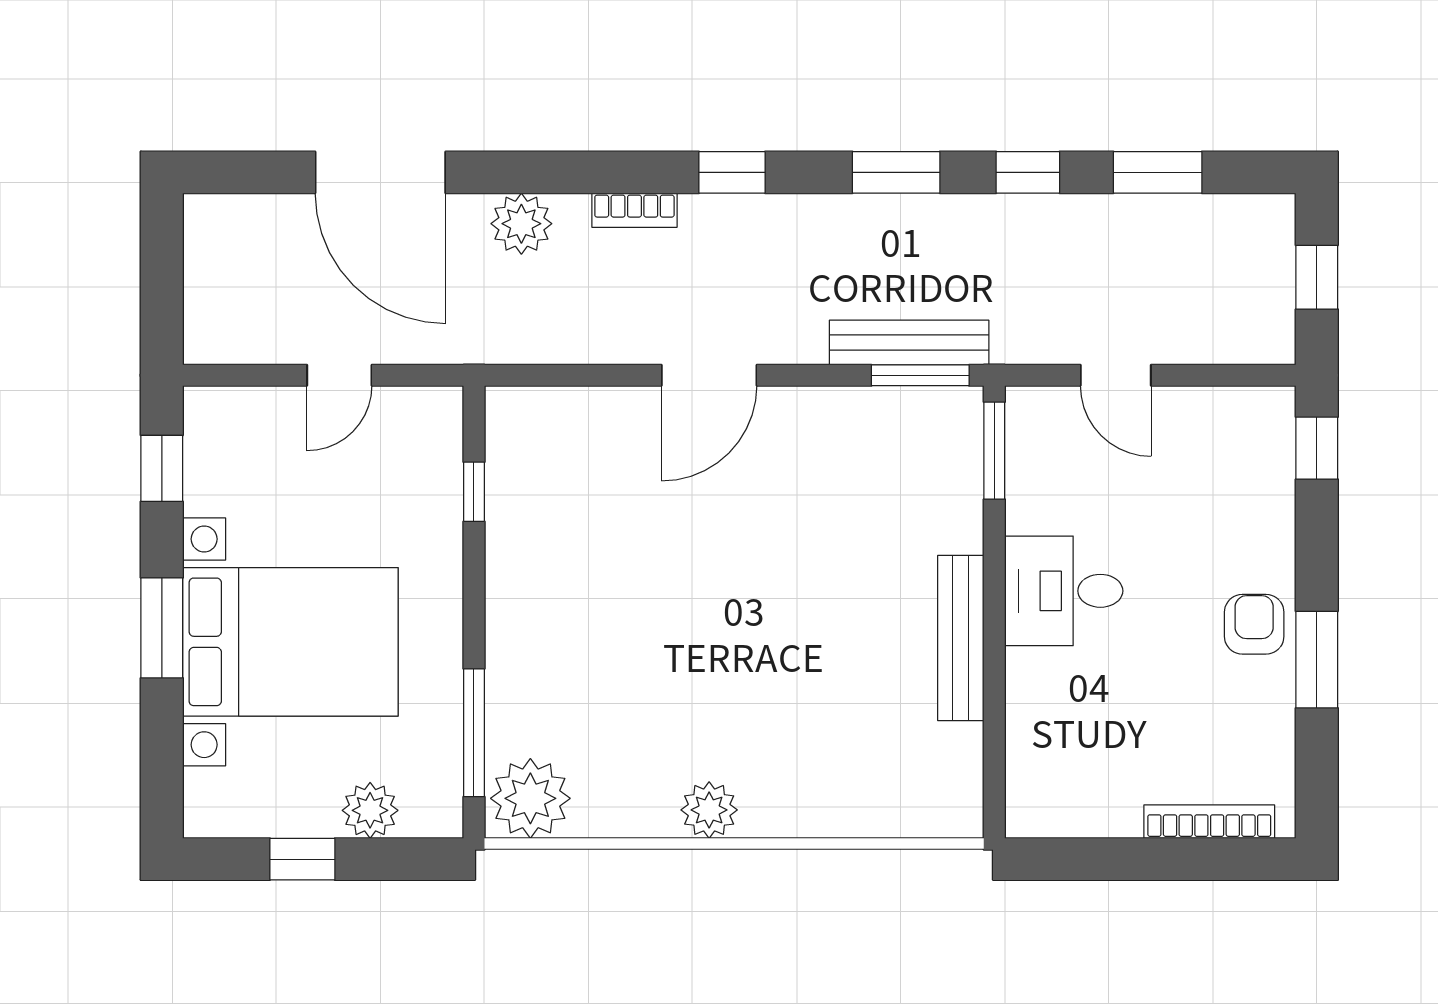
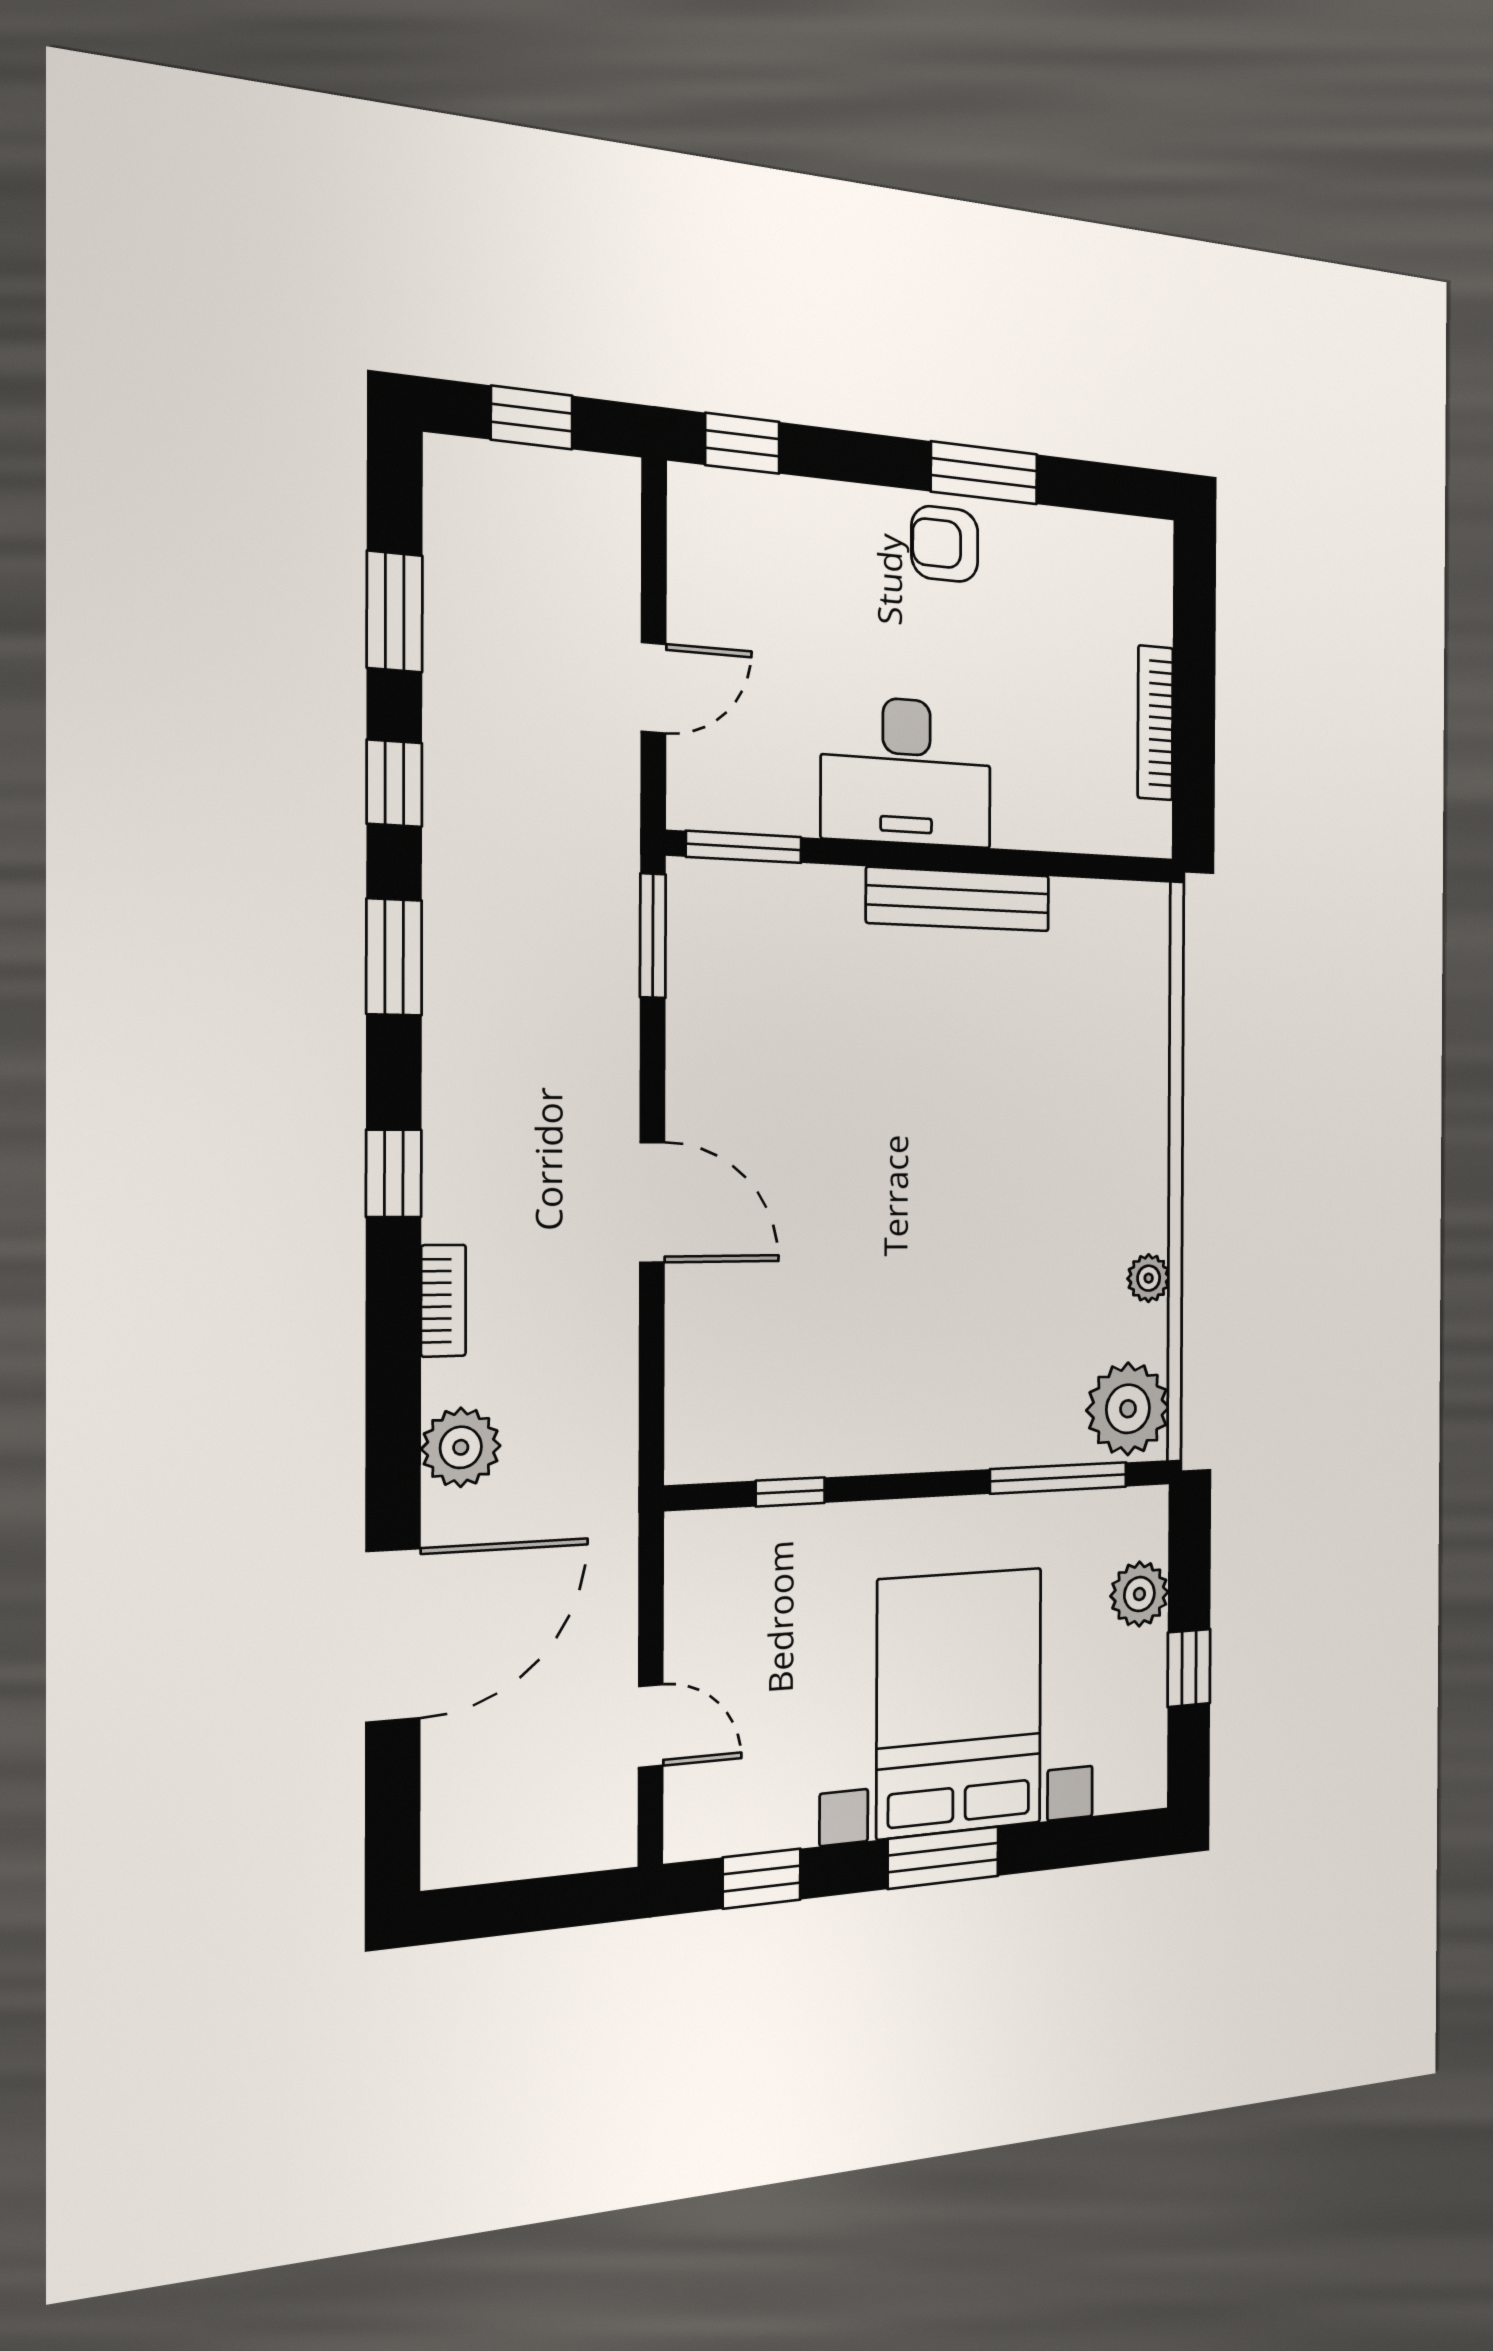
bench: (909, 342) -> (613, 948), removed
door: (339, 375) -> (651, 1726), moved
desk: (1064, 591) -> (906, 772), width x1.37
plant: (709, 810) -> (1149, 1278), moved, width x0.73, depth x0.73
bookcase: (1209, 822) -> (1155, 723), moved

